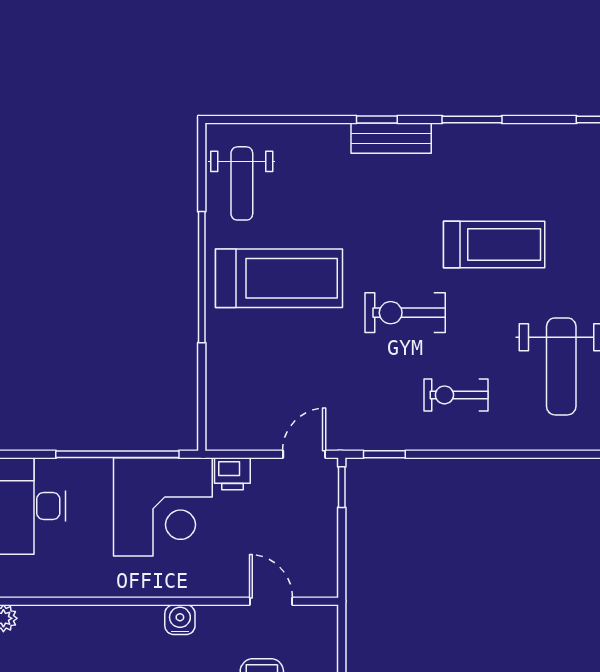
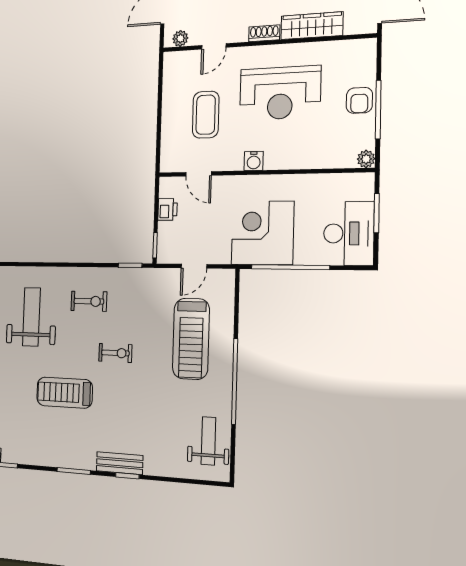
treadmill: (279, 278) -> (191, 339), moved, turned -90
exercise bike: (405, 313) -> (115, 353), width x0.73, depth x0.72
door: (304, 454) -> (194, 266), moved
printer: (232, 474) -> (167, 209), moved, turned 90

